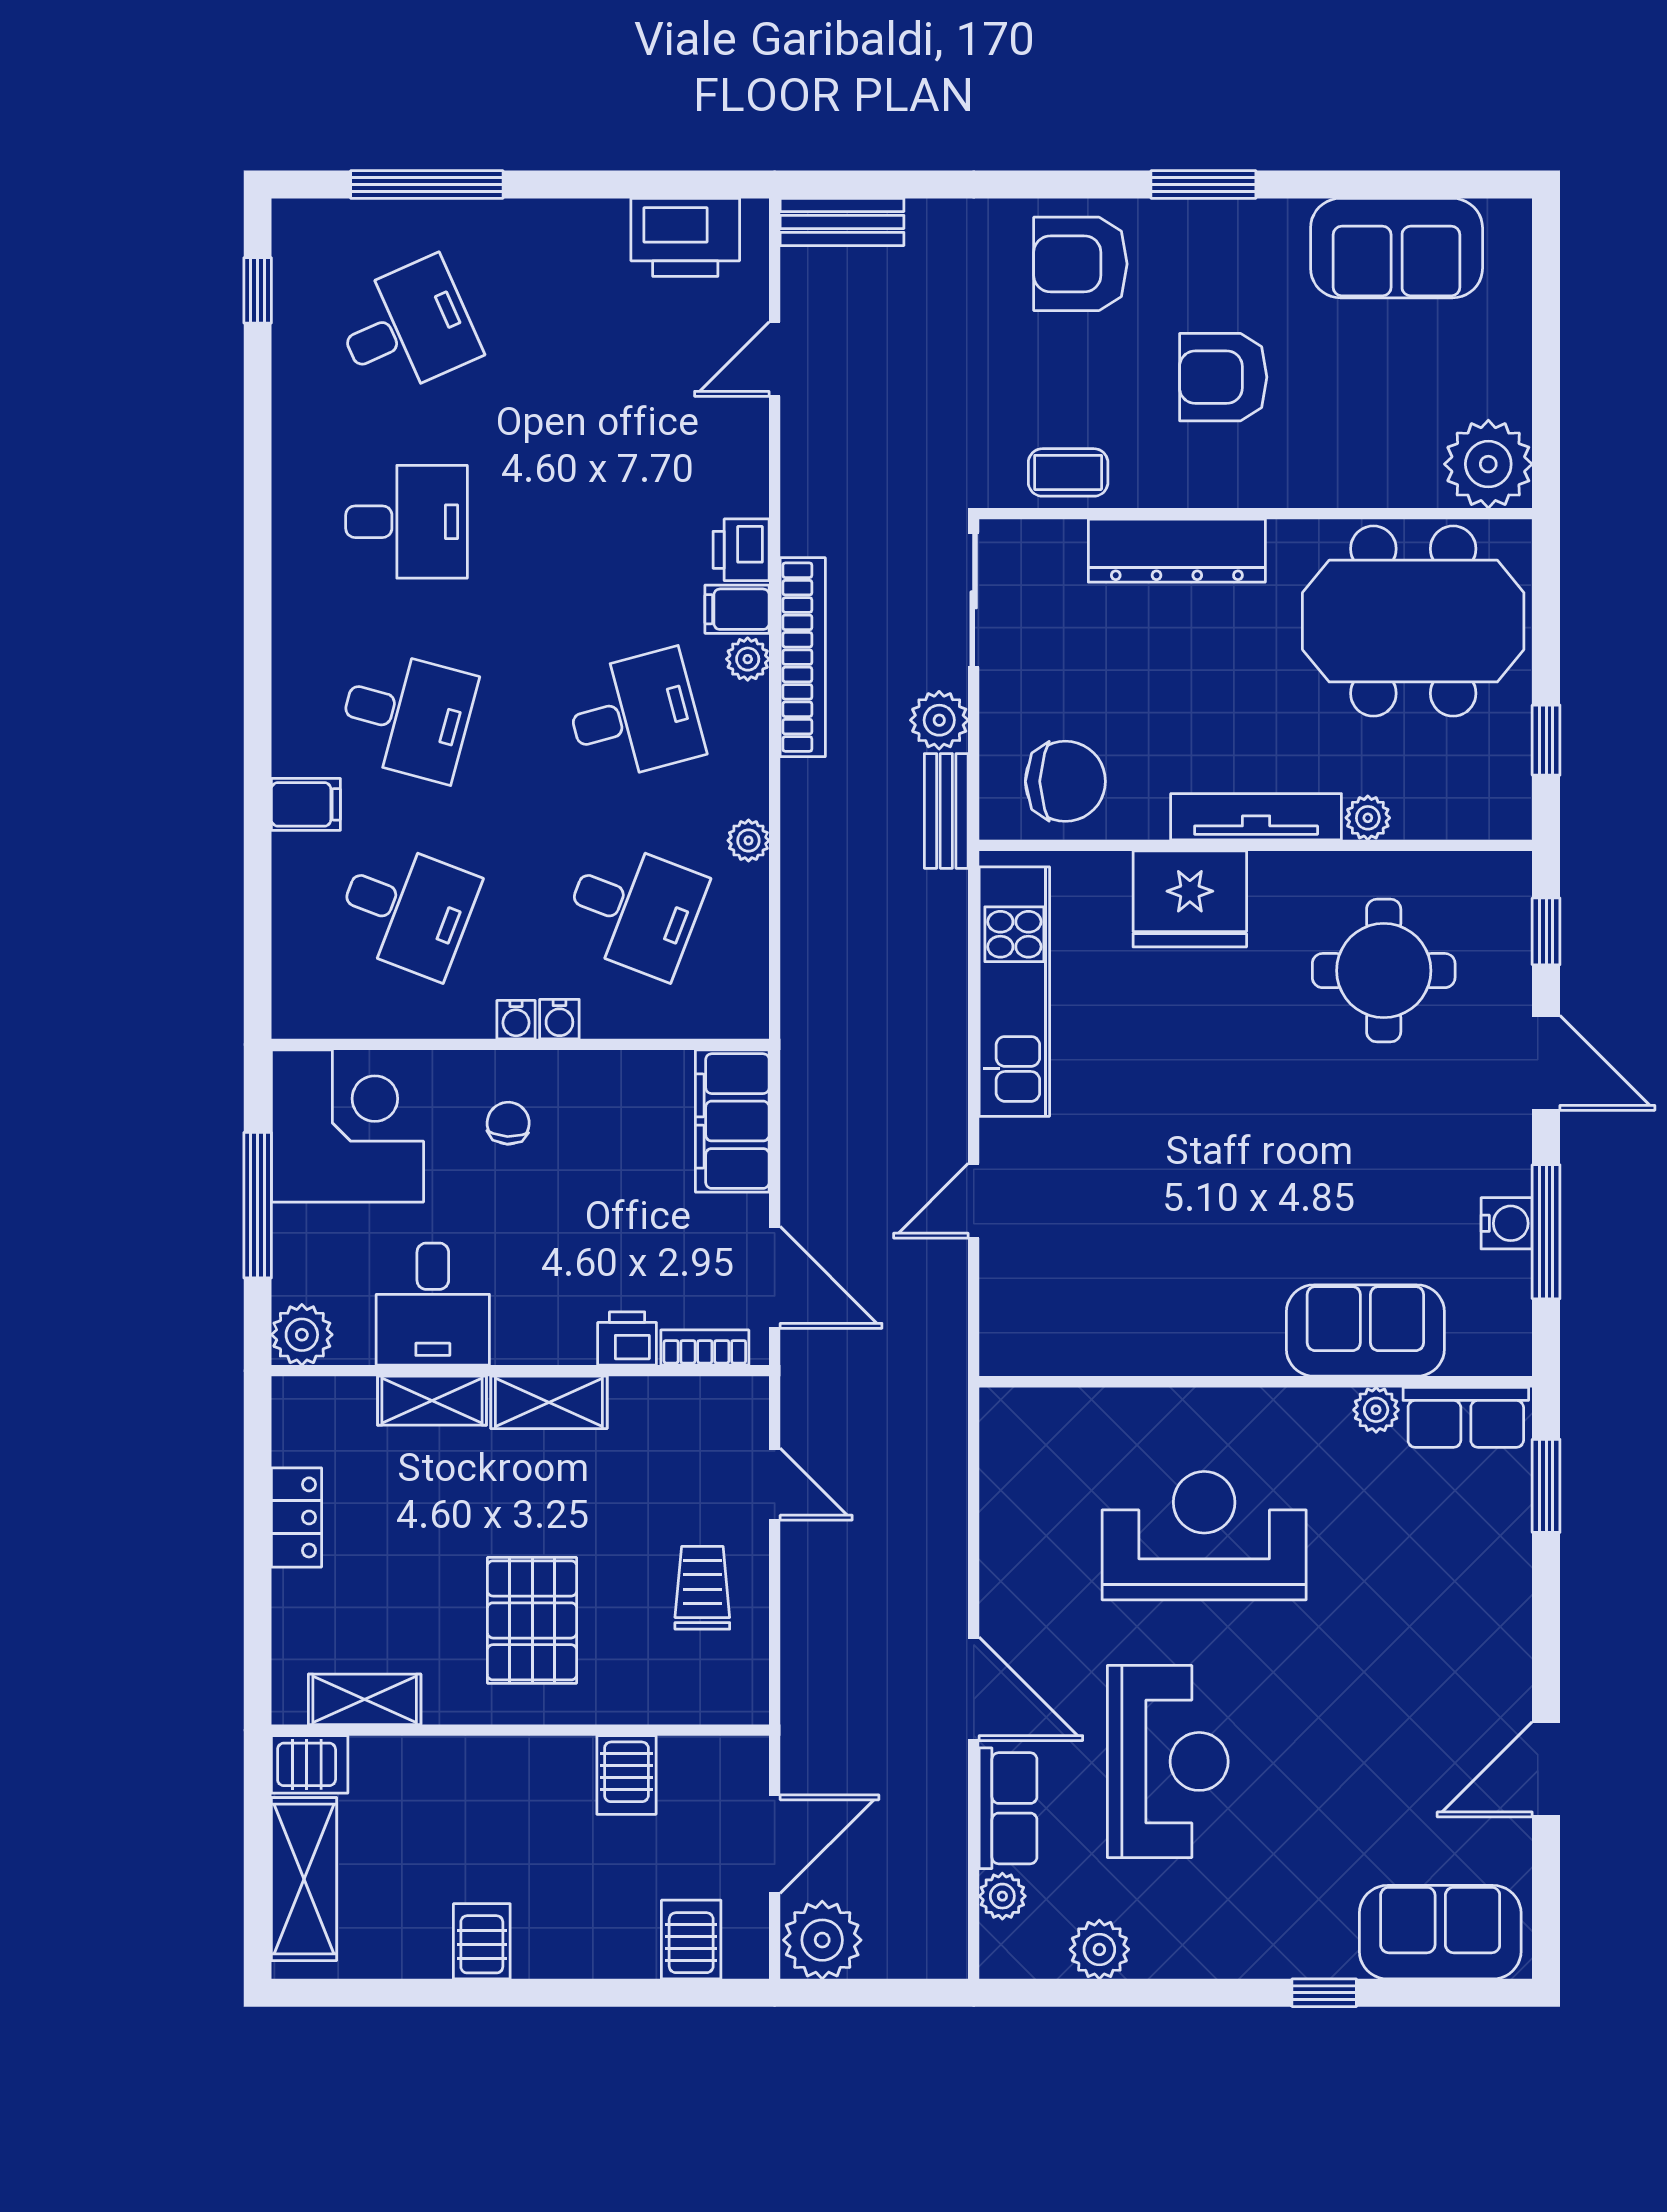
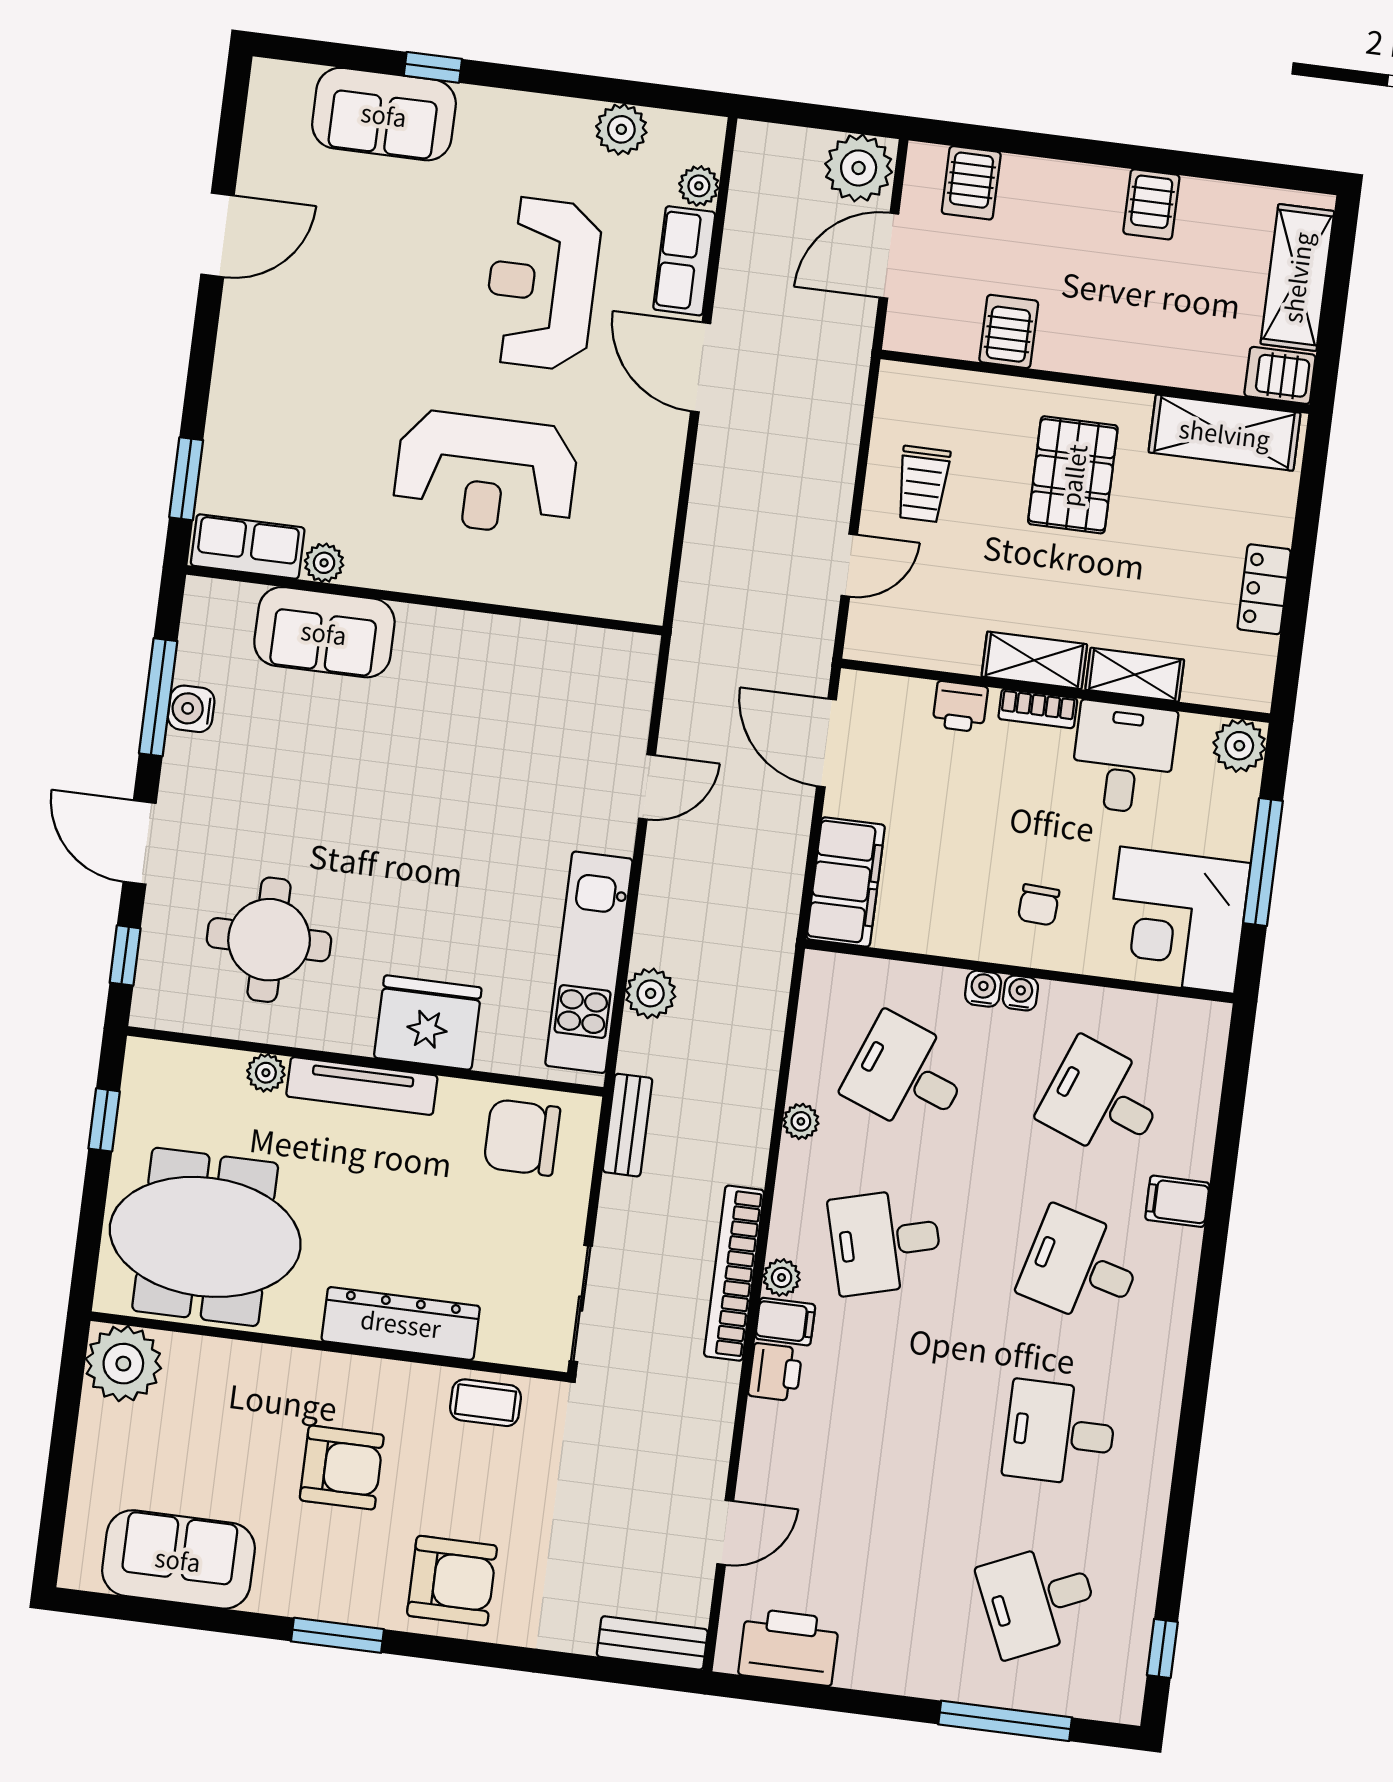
plant: (939, 720) -> (651, 993), moved
bookcase: (705, 1348) -> (1038, 709), moved
door: (775, 1484) -> (849, 565), swing flipped
shelving: (365, 1699) -> (1225, 433), width x1.50, depth x1.33
sofa: (1440, 1932) -> (384, 114), moved

